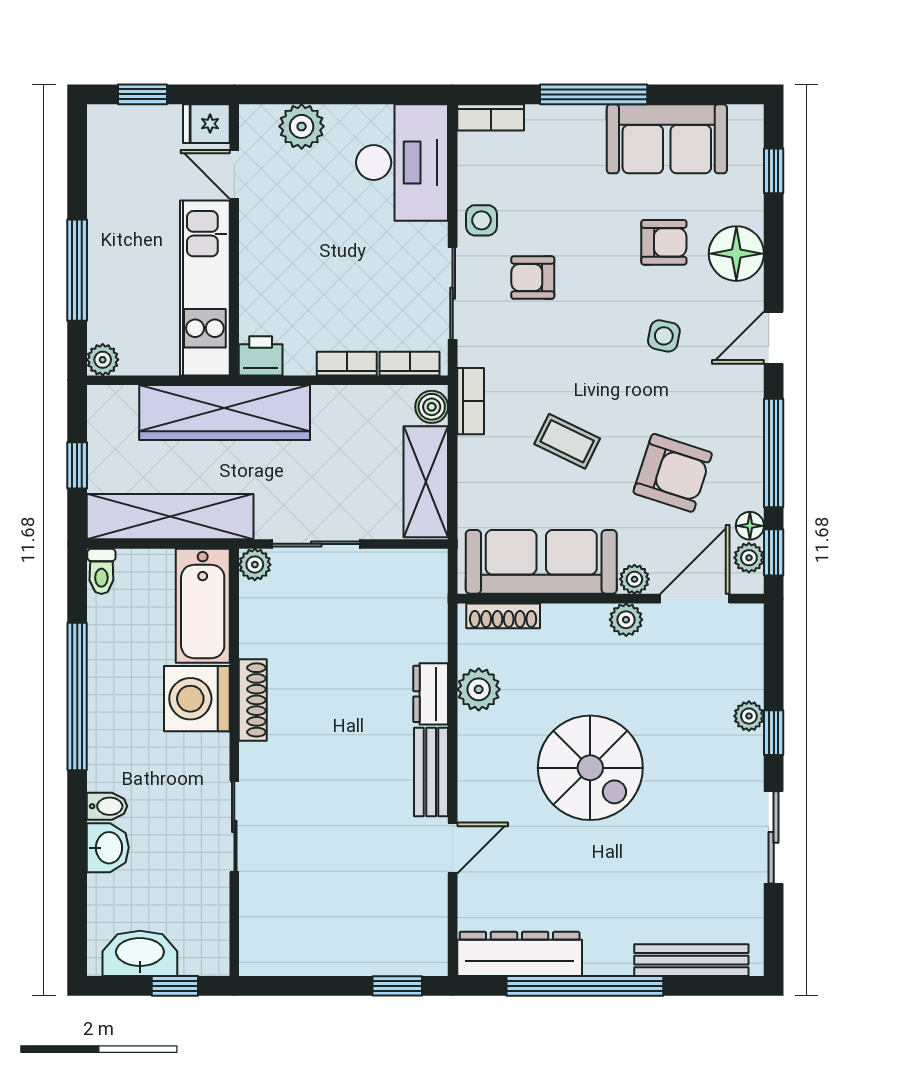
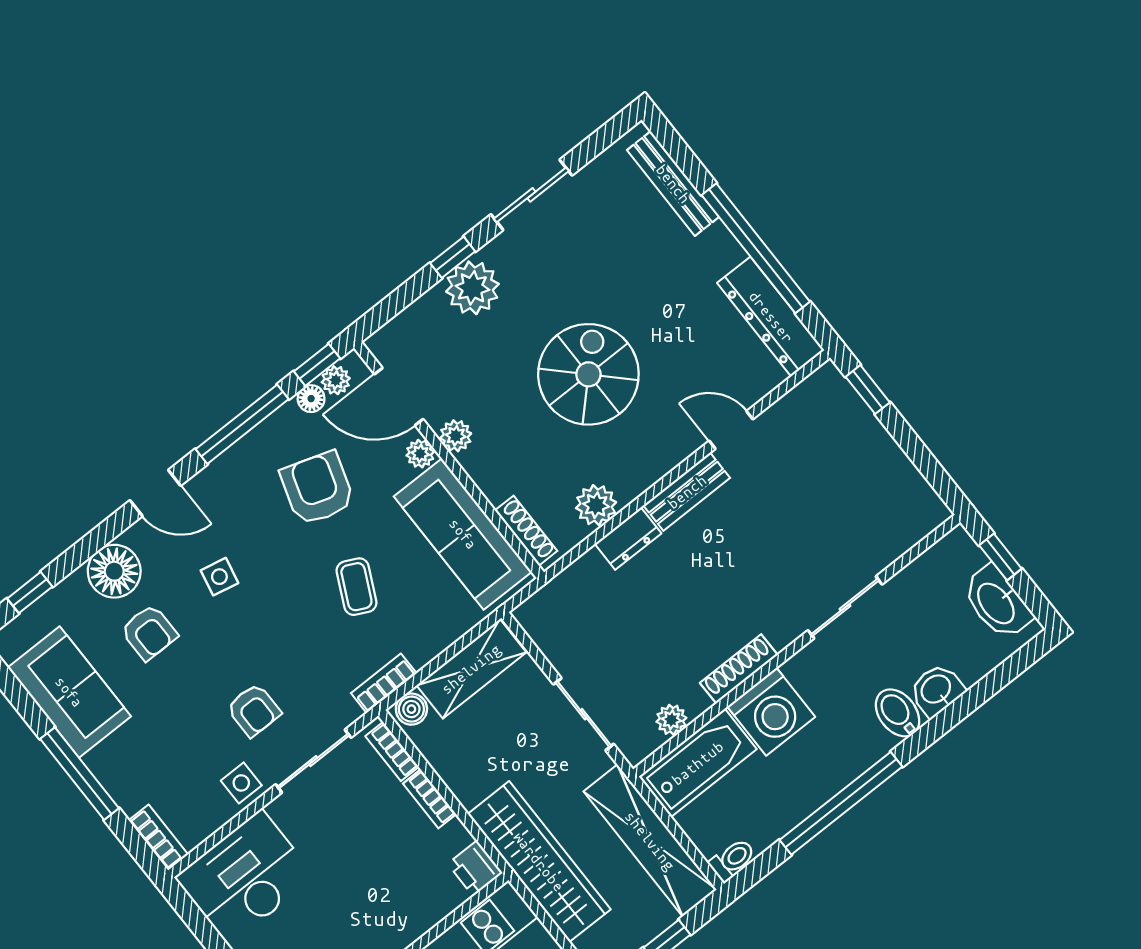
armchair: (664, 242) -> (149, 632), turned 180
plant: (255, 565) -> (671, 720), moved
plant: (749, 716) -> (472, 288), width x1.87, depth x1.87
bidet: (107, 806) -> (898, 713), width x1.38, depth x1.36

